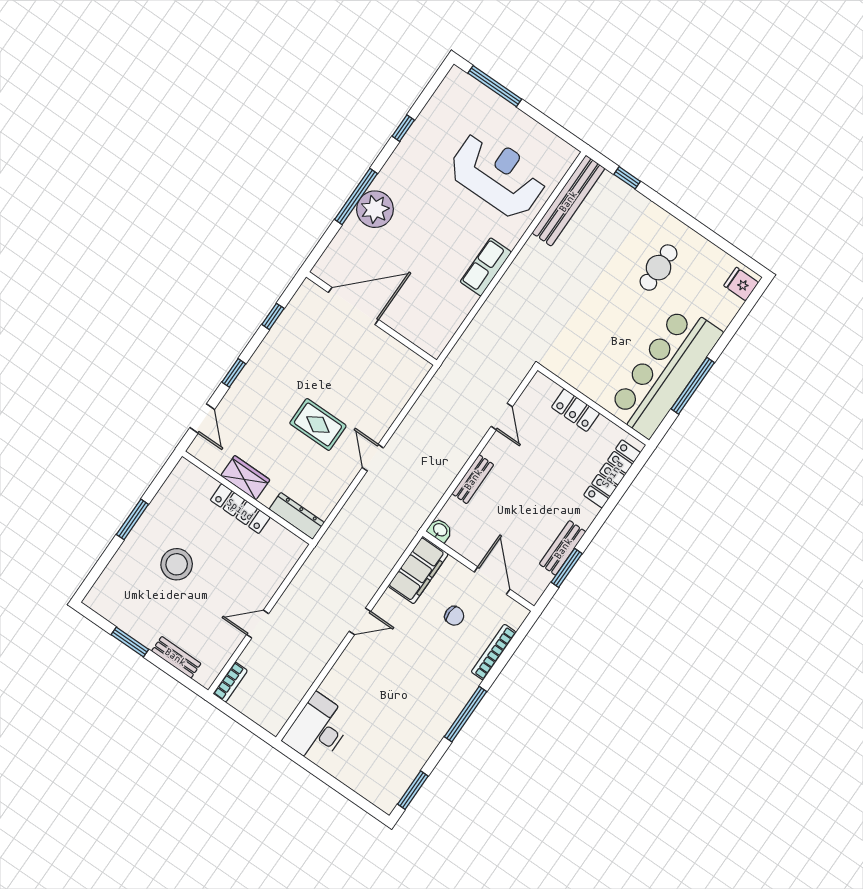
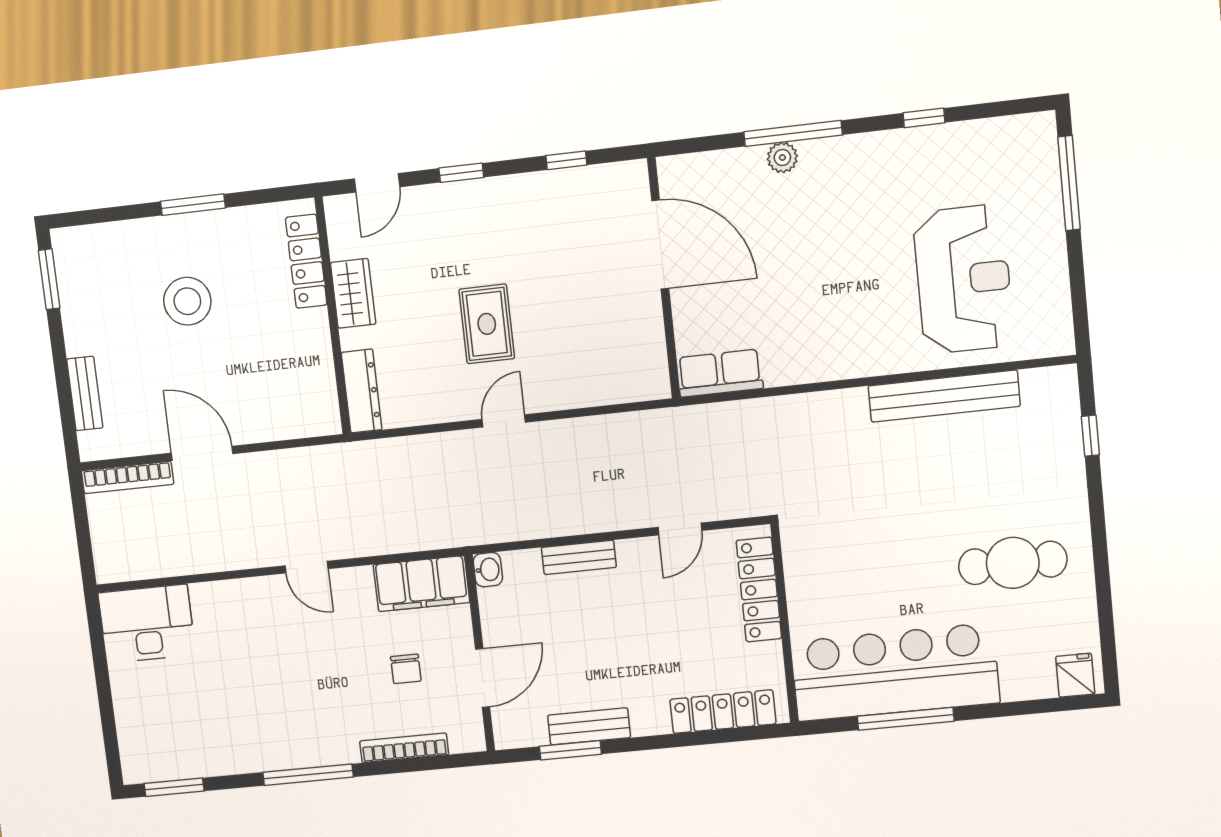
bench: (568, 201) -> (944, 396), moved
plant: (375, 209) -> (782, 158), width x0.53, depth x0.53
row of seats: (486, 267) -> (720, 373), moved
cafe table: (659, 268) -> (1013, 563), width x1.37, depth x1.35
locker: (576, 410) -> (759, 590), width x1.53
locker: (240, 509) -> (306, 261), moved
door: (258, 624) -> (202, 453), width x1.38
window: (130, 642) -> (49, 279), moved
bookcase: (230, 682) -> (128, 477), width x1.56

